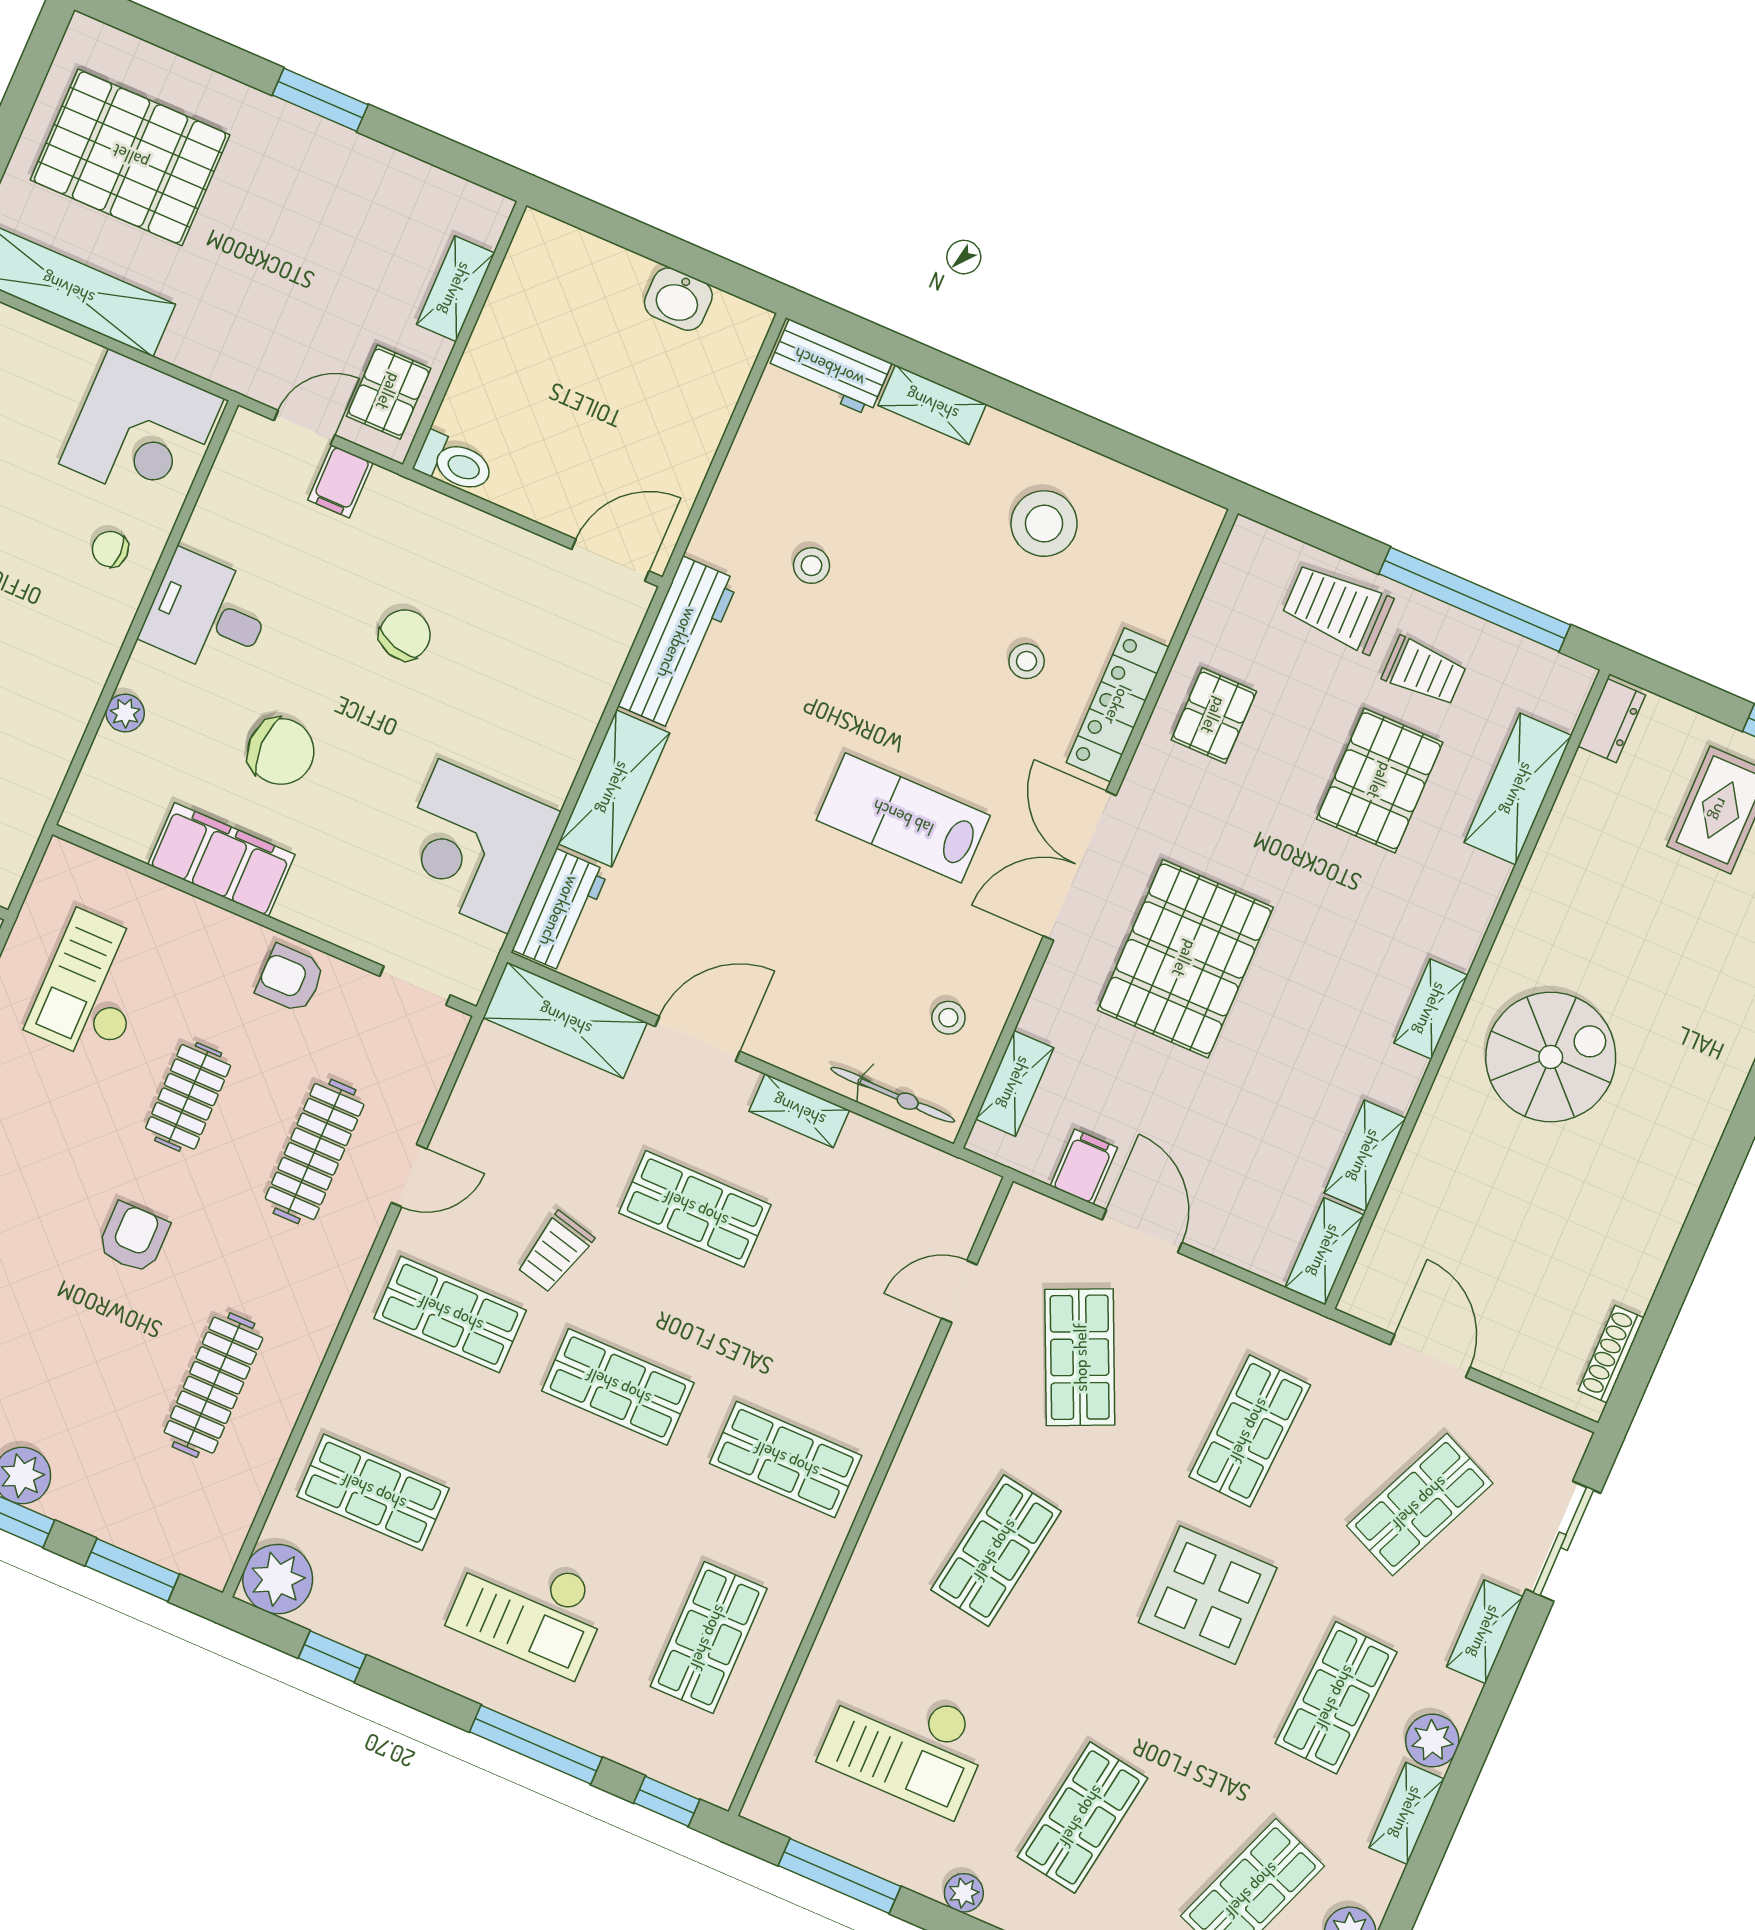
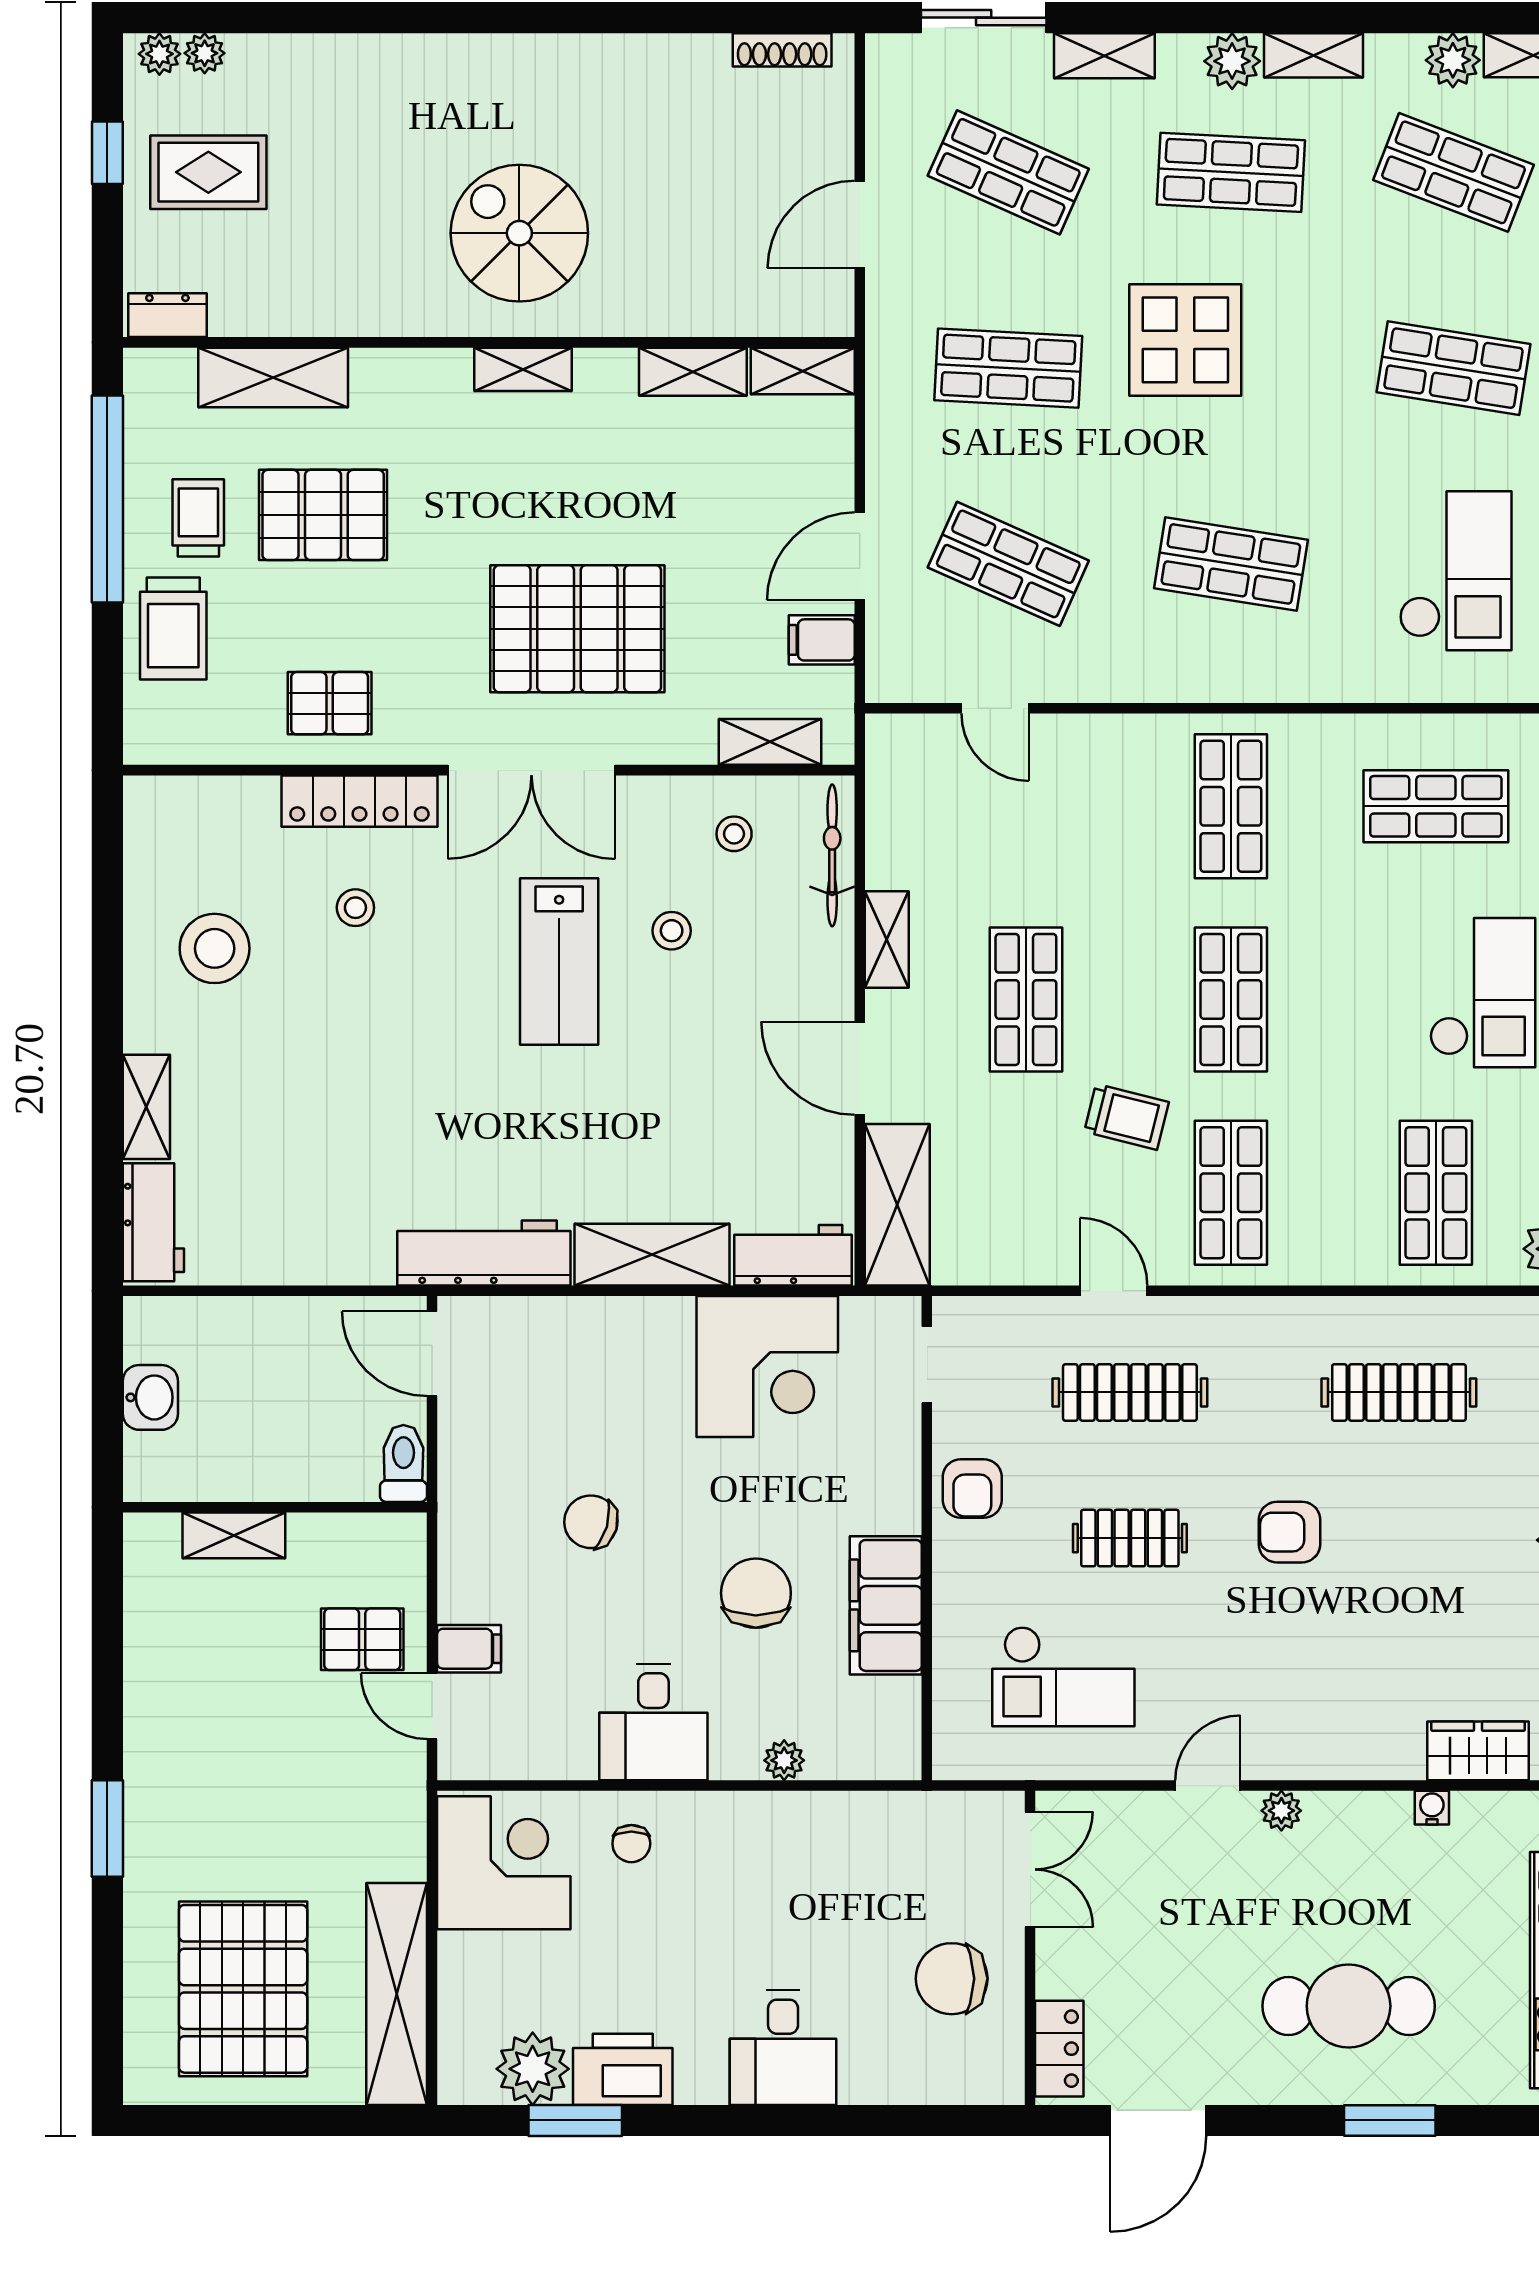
shelving: (456, 289) -> (234, 1535), moved
wall: (465, 335) -> (275, 1507), moved
toilet: (454, 463) -> (403, 1463), moved
stool: (812, 566) -> (672, 931), moved
shop shelf: (1080, 1357) -> (1008, 564), turned 48

